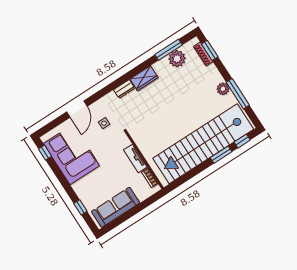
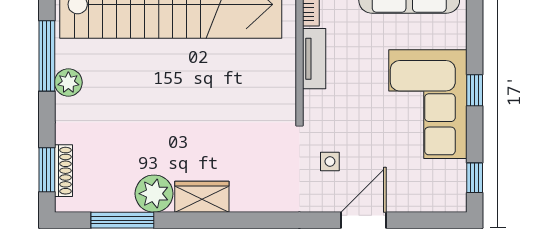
plant: (177, 59) -> (154, 194), moved
dresser: (124, 89) -> (252, 201), removed
corner sofa: (71, 155) -> (428, 104), moved
window: (80, 207) -> (475, 90), moved

